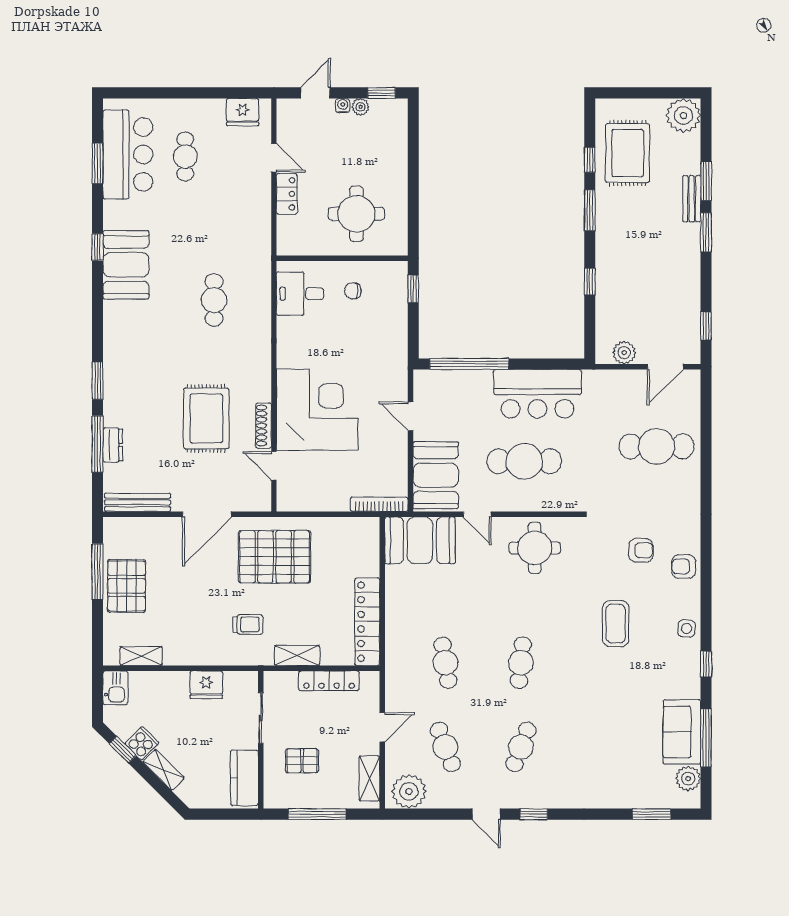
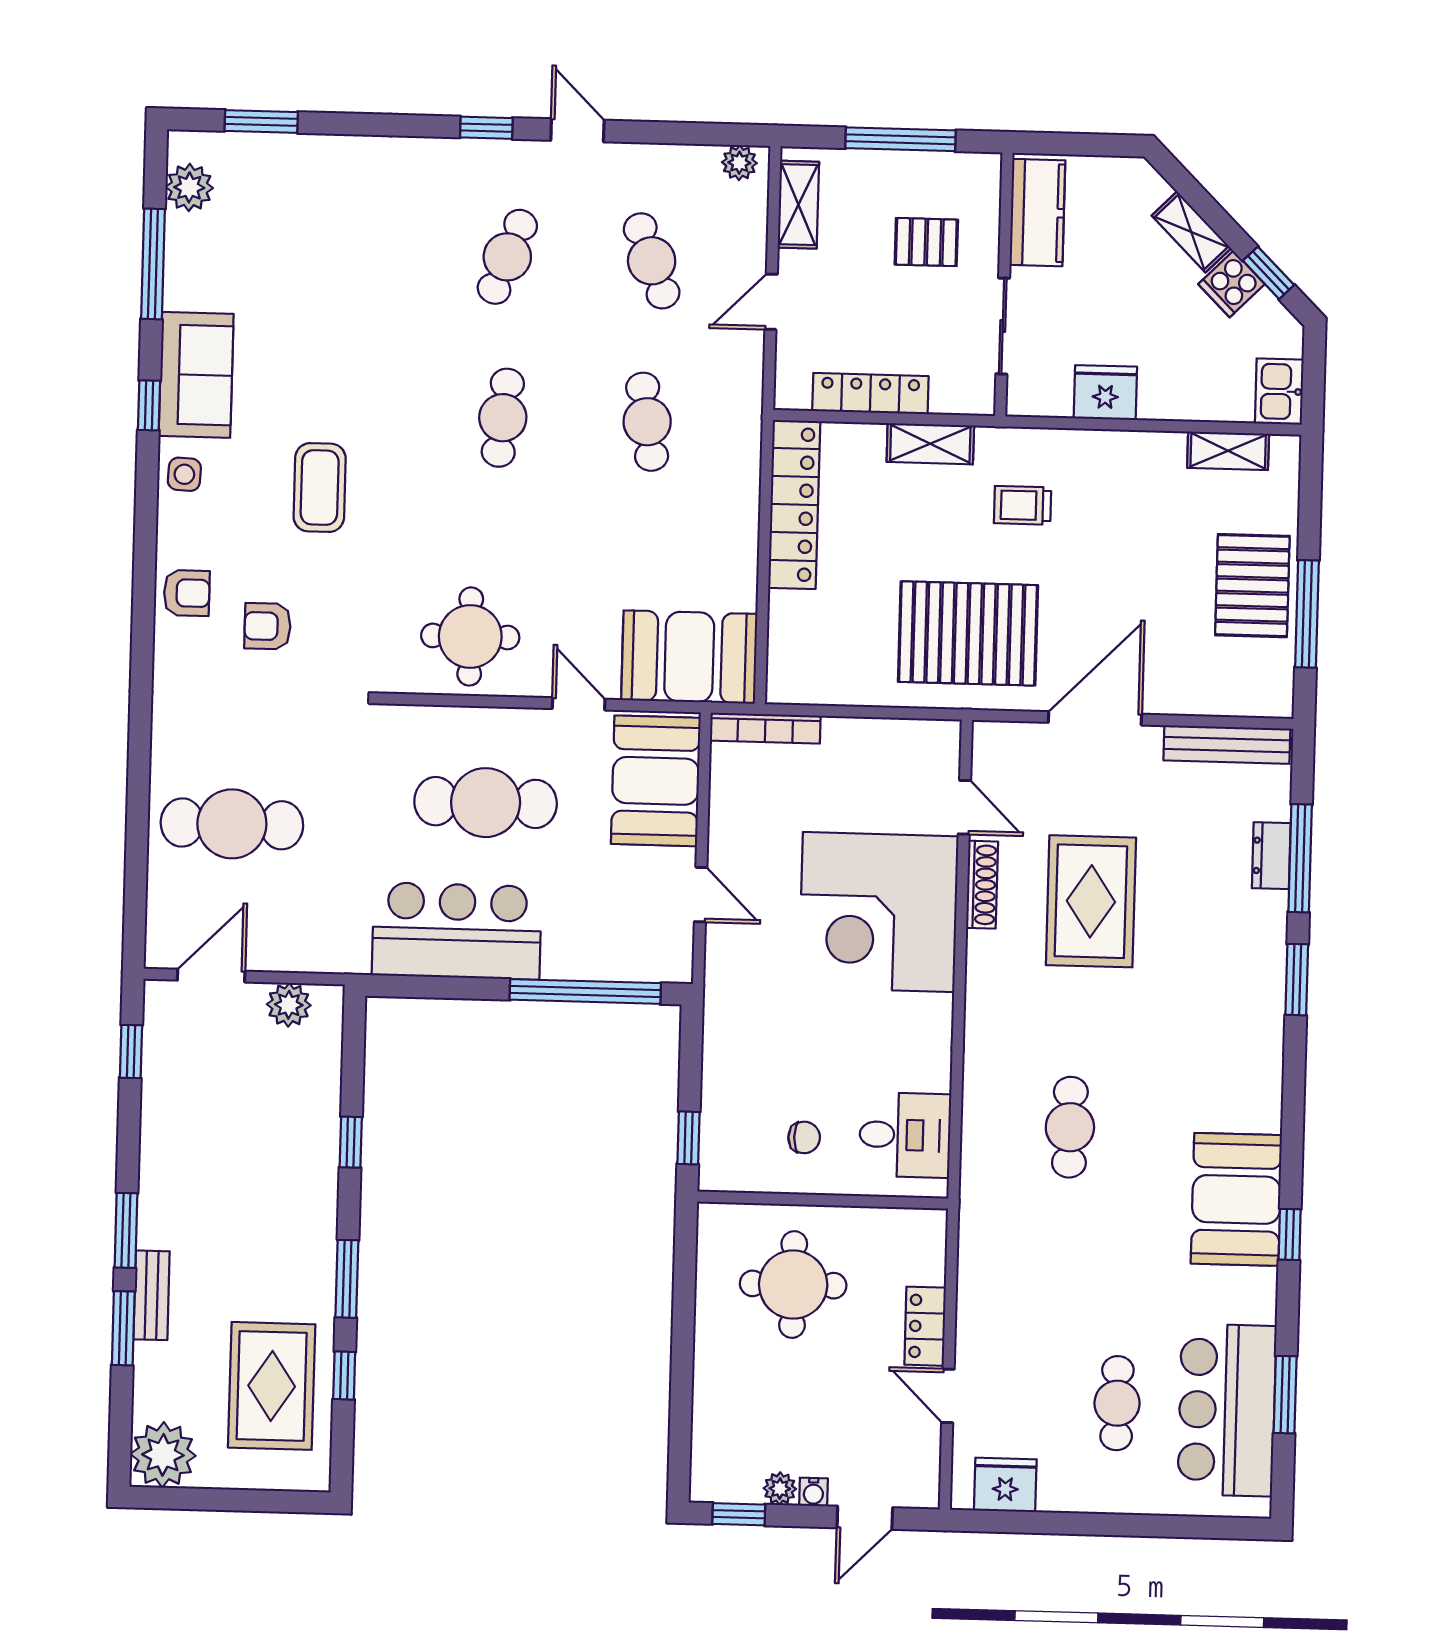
sofa: (682, 732) -> (196, 375), moved
plant: (409, 791) -> (739, 163), width x0.53, depth x0.53

